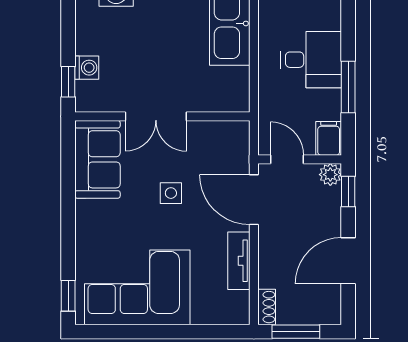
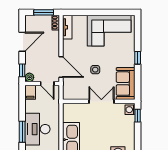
desk: (311, 60) -> (37, 129), width x1.37
washing machine: (87, 68) -> (130, 110), moved
window: (348, 87) -> (22, 132), moved
tv unit: (239, 261) -> (67, 27), moved
window: (68, 296) -> (138, 58), moved

